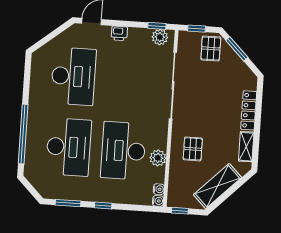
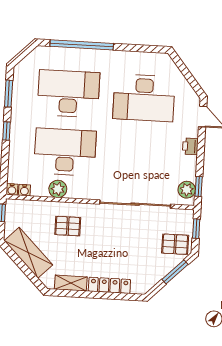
desk: (69, 147) -> (68, 94), turned 180

